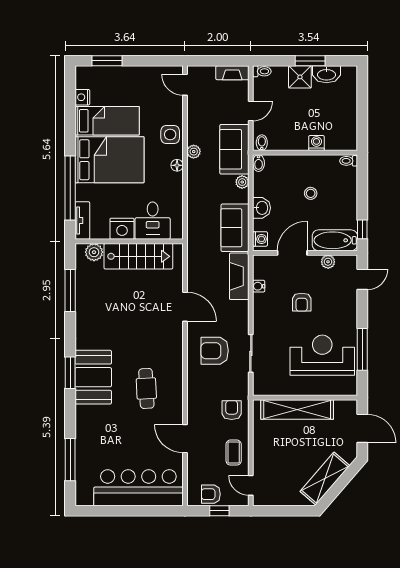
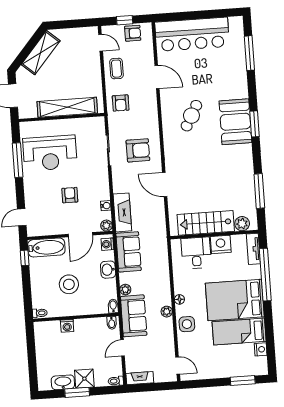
stool: (311, 193) -> (69, 284), width x1.89, depth x1.89
plant: (328, 262) -> (106, 226), moved
cafe table: (146, 388) -> (191, 116), turned 32

